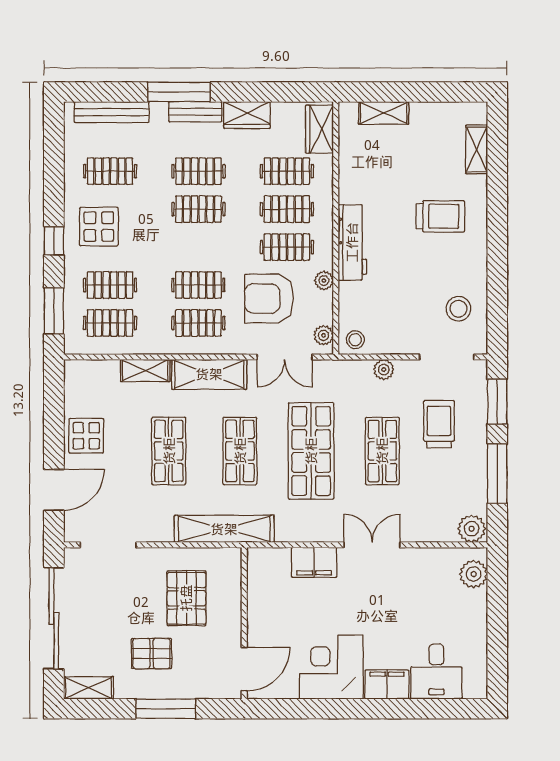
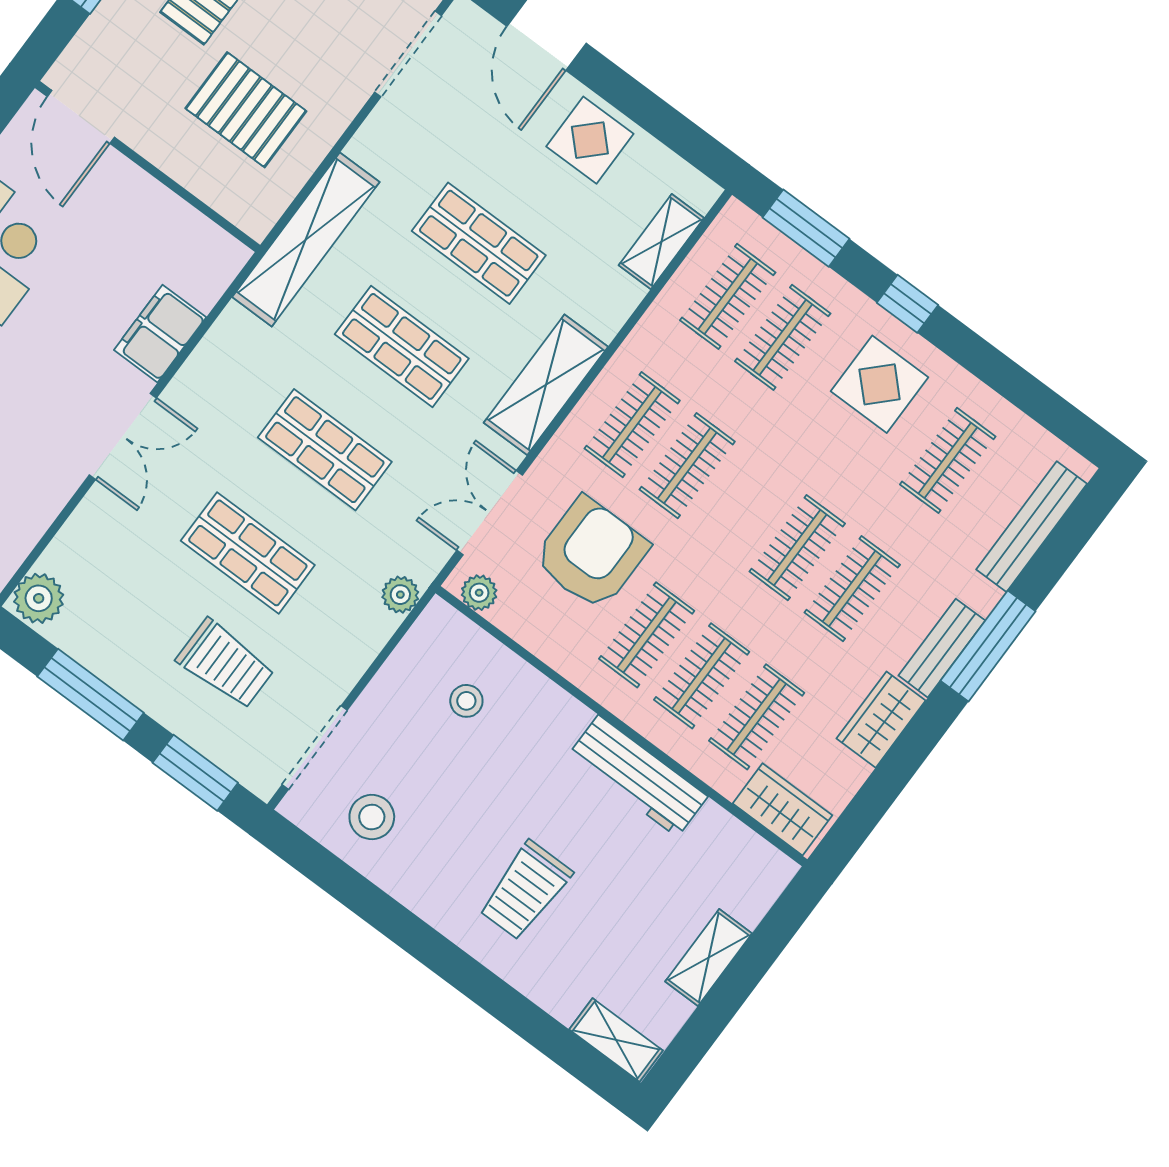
shelving: (384, 113) -> (709, 958), moved
shelving: (477, 149) -> (616, 1040), moved
workbench: (352, 242) -> (638, 776), moved
plant: (324, 281) -> (558, 652), removed
stool: (355, 340) -> (466, 701), moved
shelving: (145, 370) -> (661, 242), moved
plant: (384, 370) -> (400, 595), moved
shop shelf: (311, 451) -> (325, 450), width x0.70, depth x0.74

